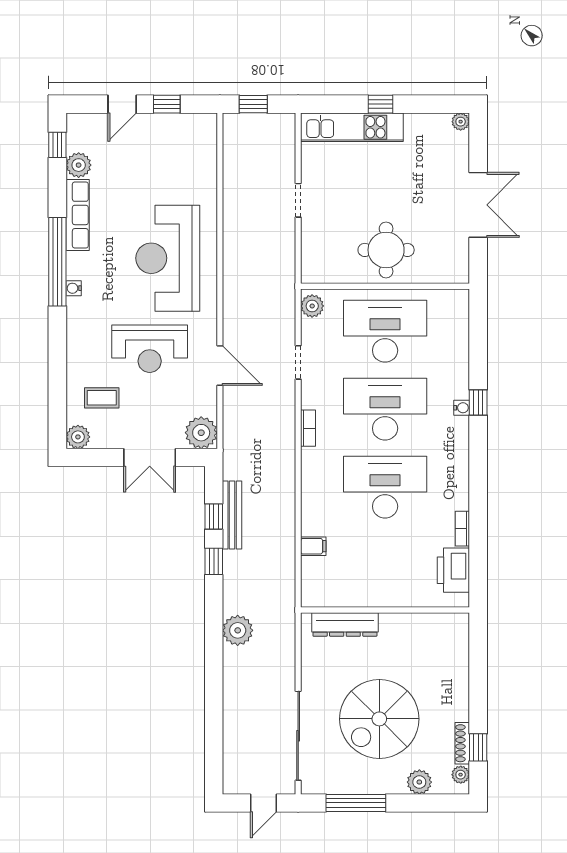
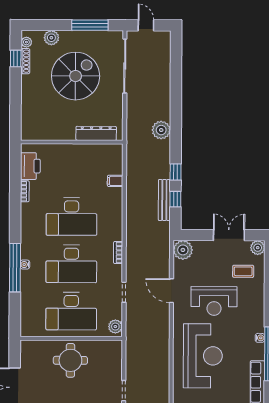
reception desk: (150, 349) -> (214, 301), turned 180
window: (478, 403) -> (15, 268), width x3.17
double door: (150, 457) -> (229, 235), moved
door: (263, 803) -> (146, 25), hinge flipped

